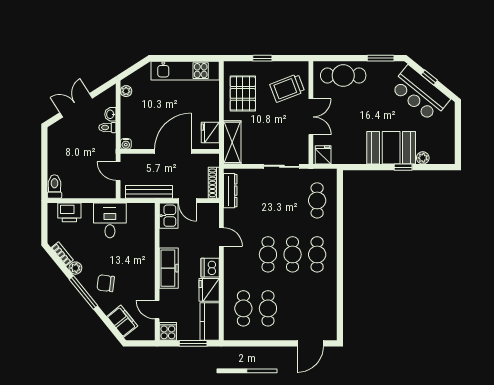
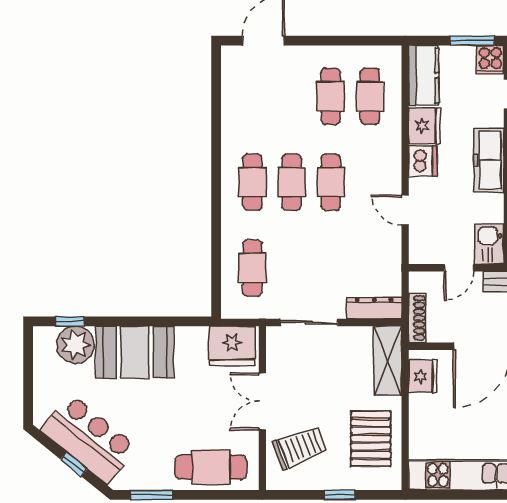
fridge: (323, 155) -> (232, 346), width x1.88, depth x1.34
plant: (423, 158) -> (75, 345), width x1.88, depth x1.88
window: (403, 167) -> (70, 321), moved
shoe rack: (214, 183) -> (417, 318), moved
dresser: (230, 191) -> (374, 308), moved, turned 90
door: (188, 201) -> (459, 268), swing flipped
window: (193, 343) -> (472, 41), moved

